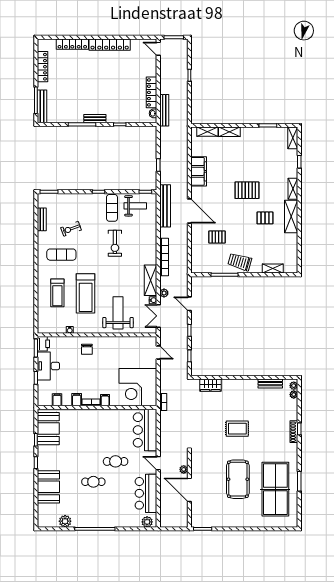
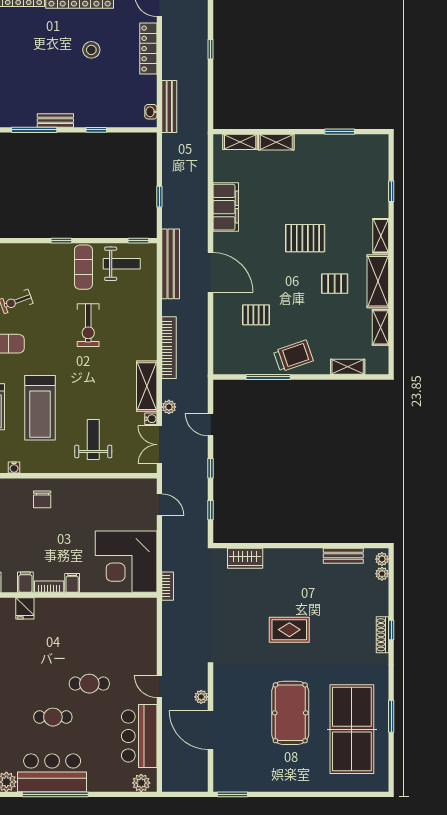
stool: (117, 76) -> (91, 50), added
locker: (152, 92) -> (148, 49), moved
shelving: (293, 138) -> (380, 327), moved
trolley: (240, 262) -> (293, 356), turned 145
weight bench: (118, 313) -> (93, 439), width x0.73, depth x0.75
fridge: (76, 416) -> (25, 608), added
bar counter: (145, 430) -> (52, 773), moved, turned 90

